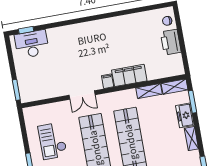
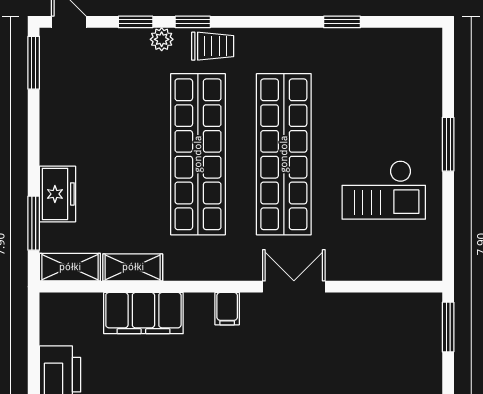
filing cabinet: (129, 75) -> (143, 313), moved
shelving: (191, 139) -> (52, 136), removed
checkout: (53, 141) -> (384, 190), turned 90

